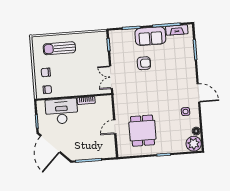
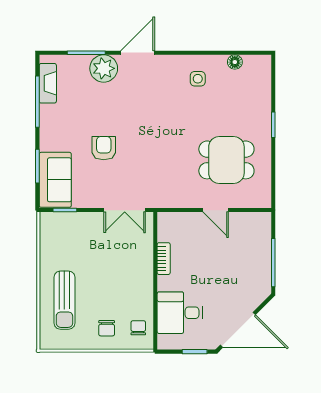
sofa: (150, 36) -> (55, 180), moved
door: (198, 93) -> (138, 53), moved
desk: (62, 111) -> (180, 313), width x0.73
plant: (194, 144) -> (104, 68), moved

